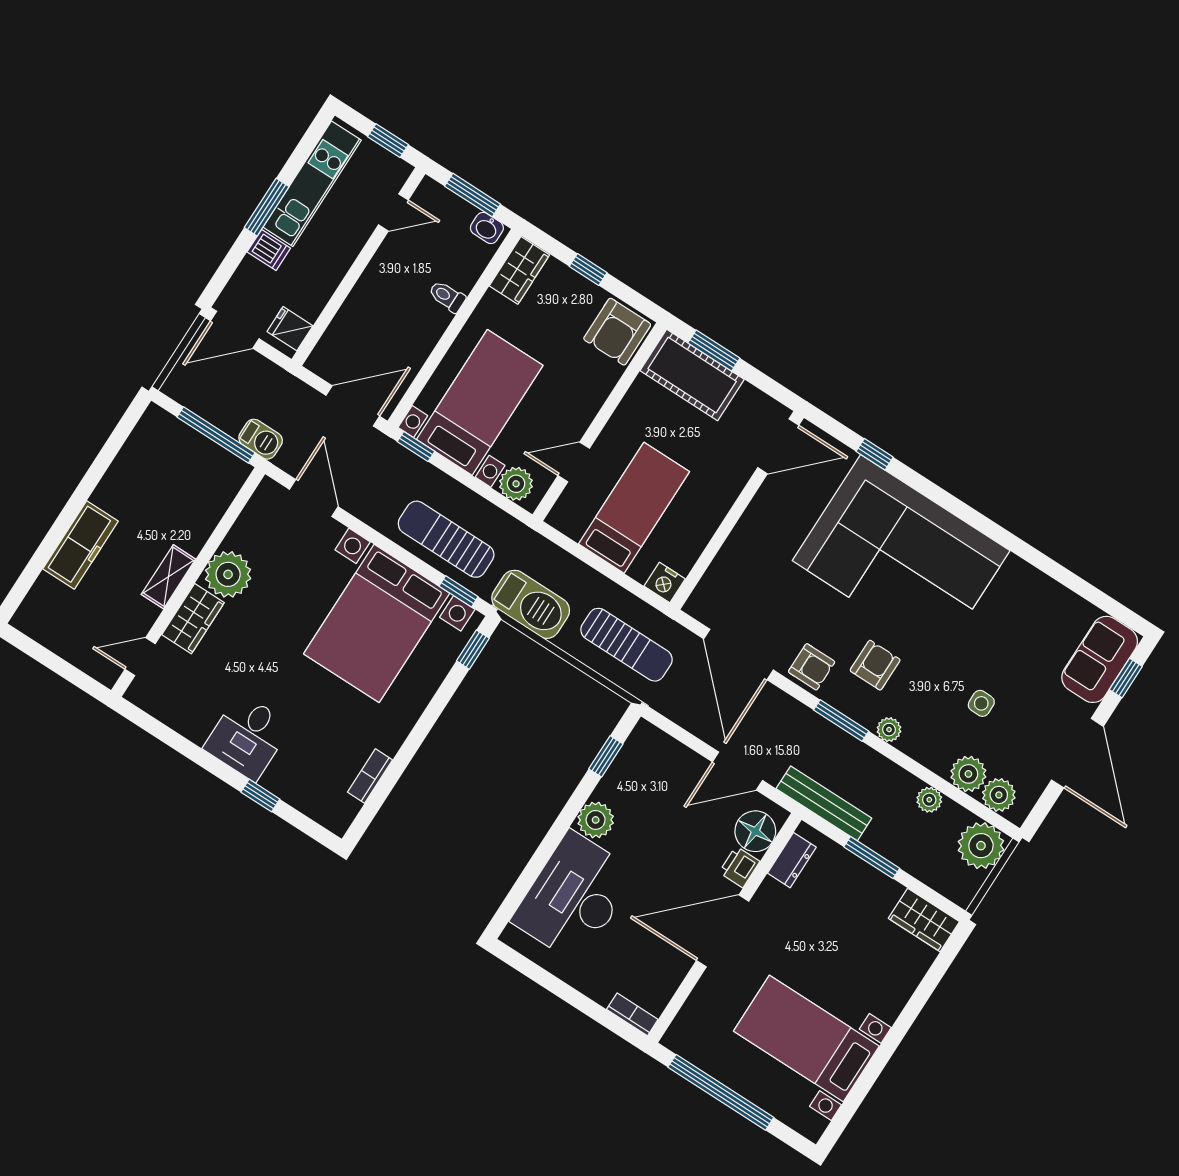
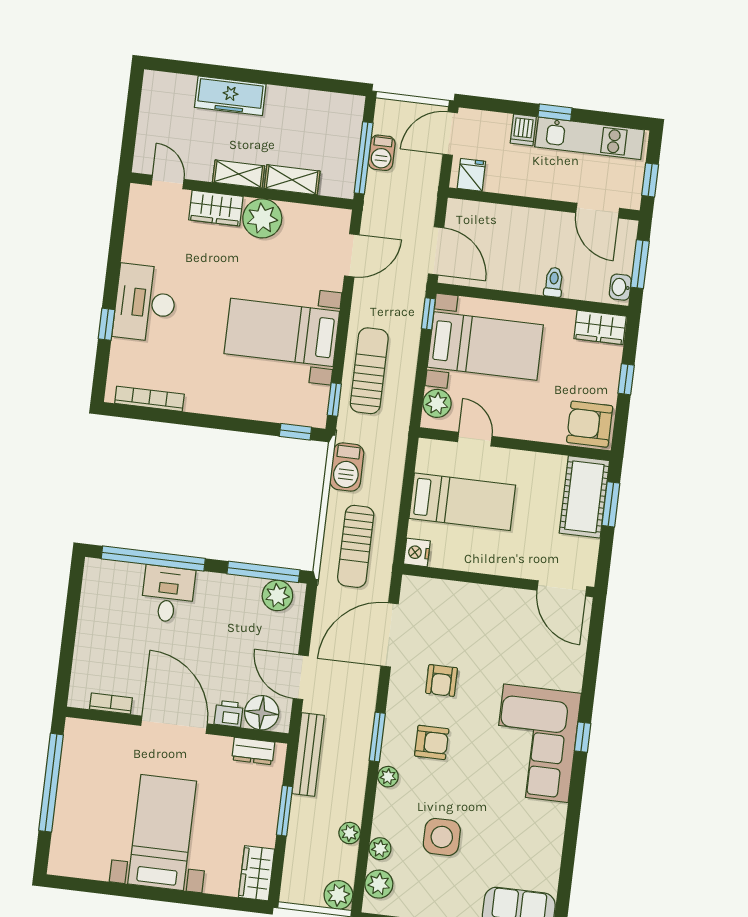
window: (267, 207) -> (555, 112), width x0.67
door: (393, 212) -> (598, 211), width x1.38
door: (235, 330) -> (450, 133), hinge flipped
barbecue: (261, 439) -> (382, 153), moved
window: (875, 454) -> (583, 737), moved
shelving: (202, 523) -> (292, 180), added
corner sofa: (901, 556) -> (536, 743), width x0.73, depth x0.74
barbecue: (531, 604) -> (347, 467), width x0.73, depth x0.83
bed with nightstands: (377, 623) -> (282, 332), width x0.73
armchair: (812, 667) -> (442, 681), moved
side table: (981, 703) -> (442, 837), width x1.87, depth x1.87
desk: (247, 737) -> (145, 303), width x1.37
window: (606, 756) -> (263, 572), width x2.17
plant: (968, 774) -> (380, 849), width x0.73, depth x0.73
bookcase: (370, 776) -> (149, 399), width x1.56
plant: (596, 820) -> (277, 595), moved
plant: (981, 846) -> (338, 895), width x0.73, depth x0.73
window: (535, 867) -> (153, 559), added
desk: (574, 897) -> (168, 594), width x0.53, depth x0.77
bookcase: (632, 1014) -> (111, 703), moved, turned -90
bed with nightstands: (806, 1039) -> (162, 832), moved

